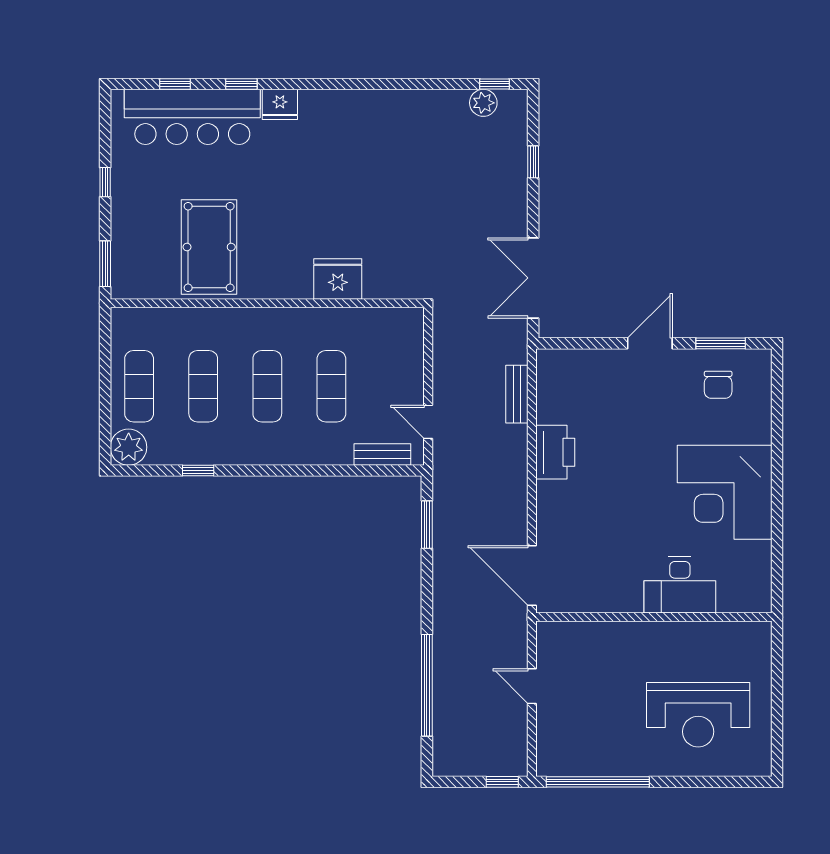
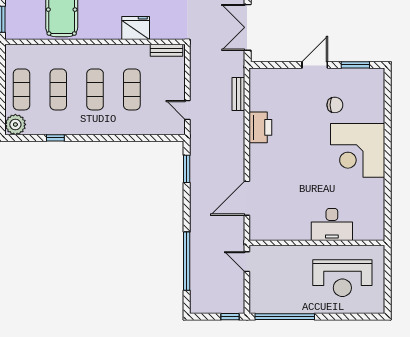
chair: (718, 385) -> (335, 105), moved, turned -90
bench: (382, 455) -> (167, 50), moved
door: (532, 576) -> (247, 198), hinge flipped
desk: (680, 585) -> (332, 224), moved
wall: (654, 617) -> (317, 243), moved

